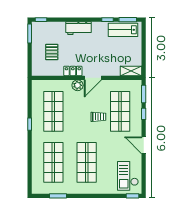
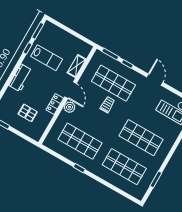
lab bench: (123, 30) -> (47, 58), moved, turned -90
shelving: (131, 71) -> (77, 66), moved
door: (144, 145) -> (155, 80), swing flipped

